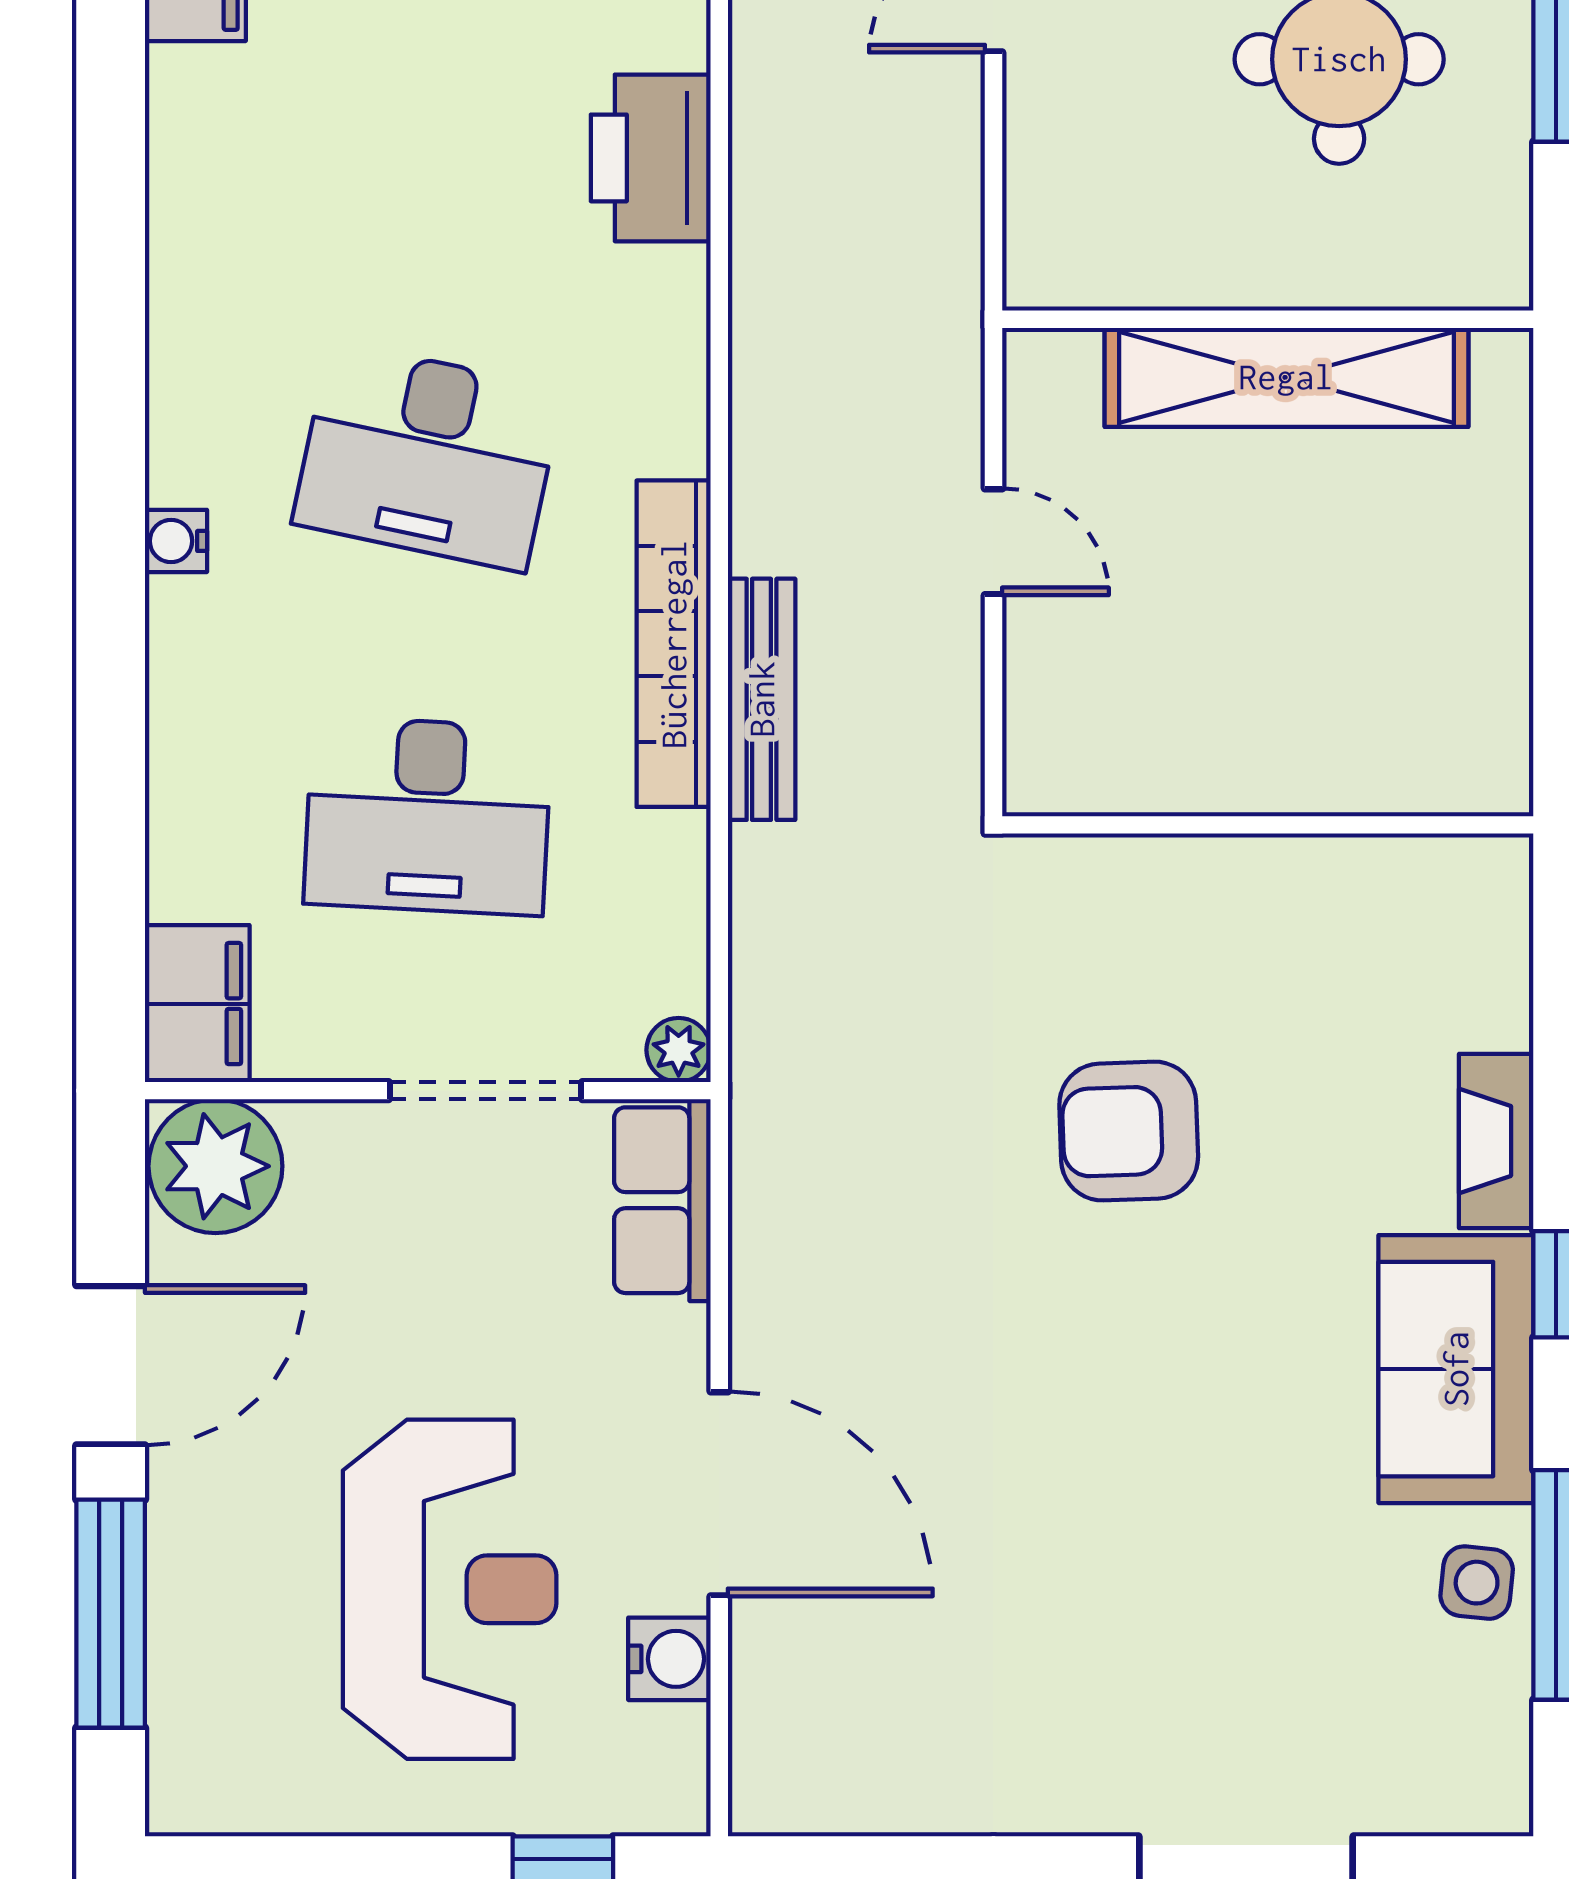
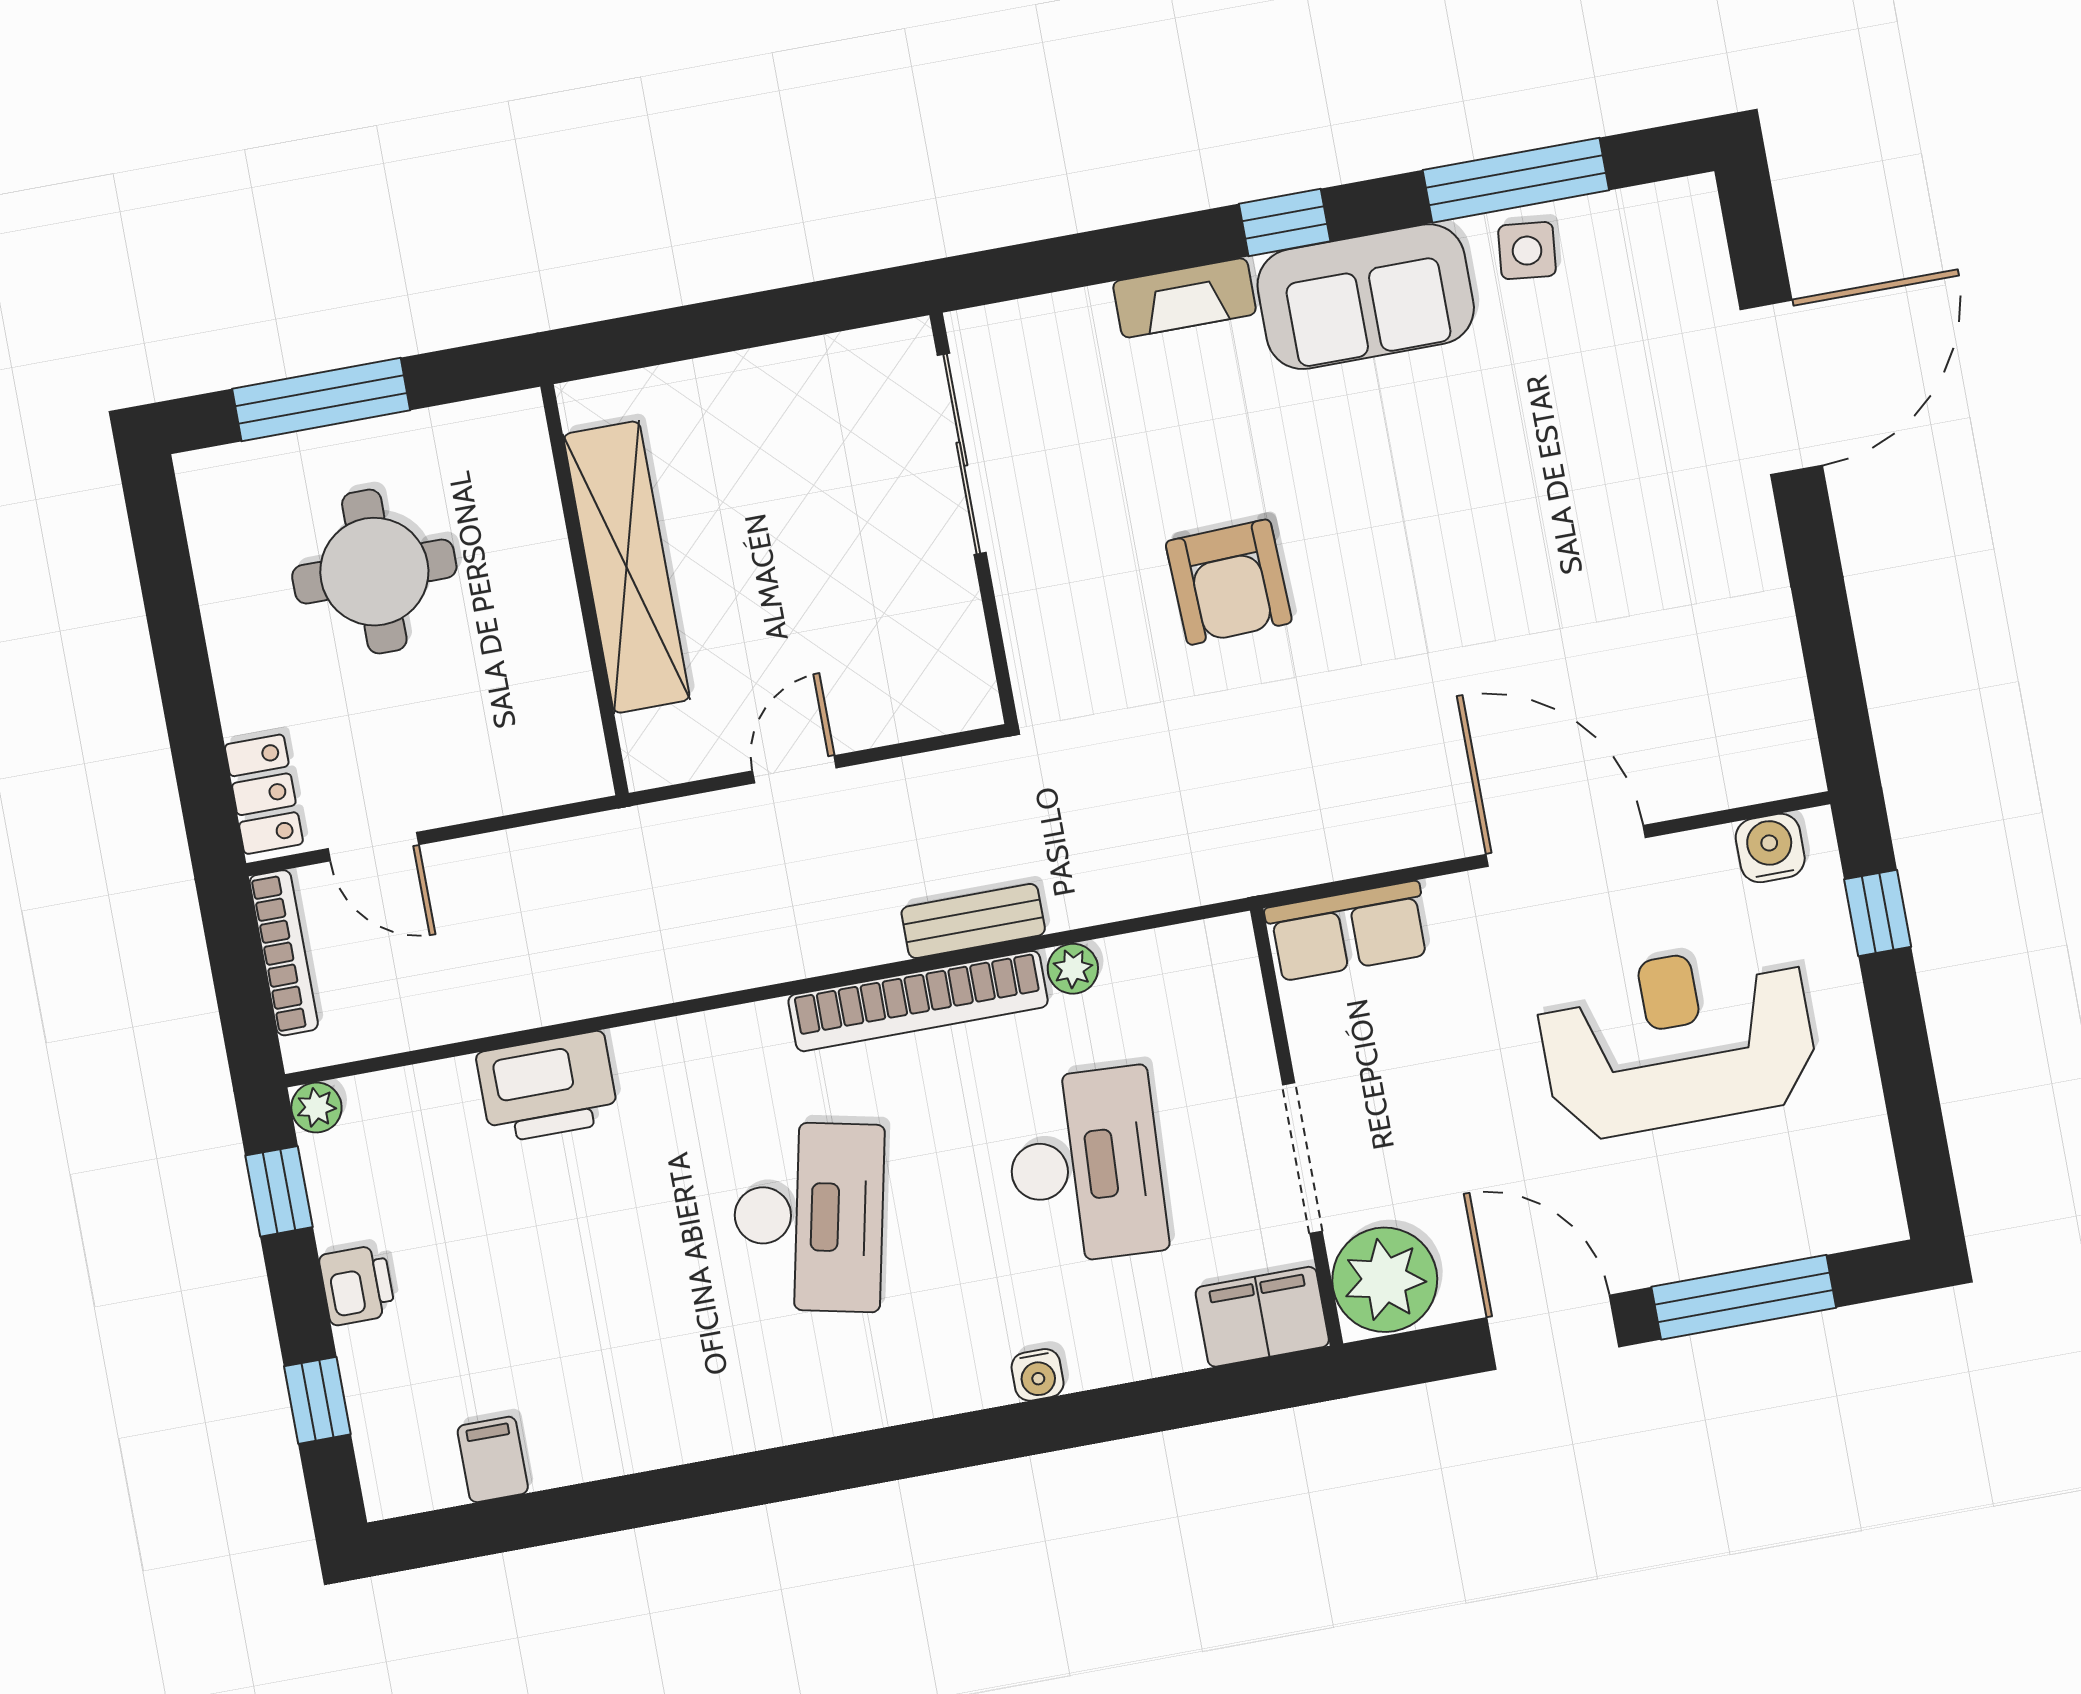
water cooler: (176, 541) -> (1038, 1375), moved
bench: (762, 699) -> (973, 921), width x0.73
sliding door: (1351, 825) -> (962, 454), added
plant: (679, 1050) -> (1073, 969), moved
doorway: (485, 1091) -> (1302, 1158), moved
door: (719, 1494) -> (1566, 846), hinge flipped
water cooler: (669, 1659) -> (1770, 848), moved

